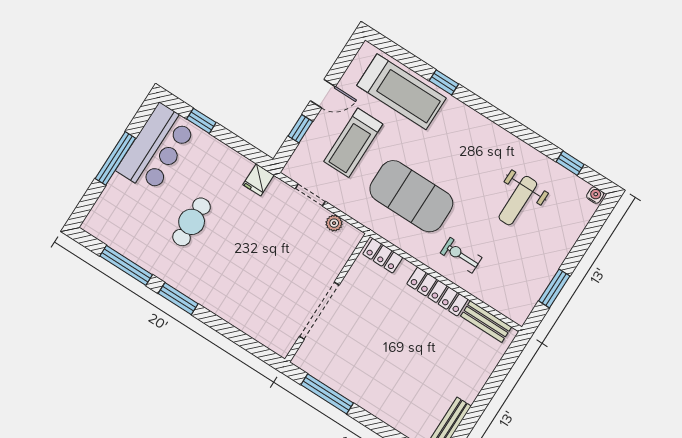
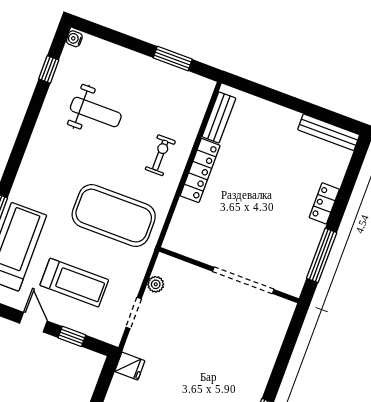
exercise mat: (411, 196) -> (114, 216), turned 90
exercise bike: (461, 255) -> (160, 155), turned 180
locker: (383, 256) -> (324, 203), moved, turned 180

